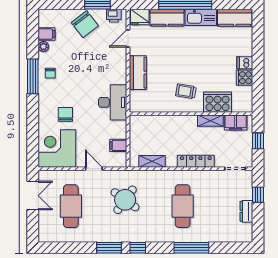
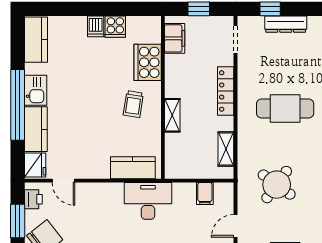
kitchen sink: (201, 17) -> (36, 90), width x0.73
kitchen counter: (138, 73) -> (133, 168), moved
shelving: (210, 121) -> (172, 115), moved
dresser: (246, 211) -> (286, 24), width x1.44

